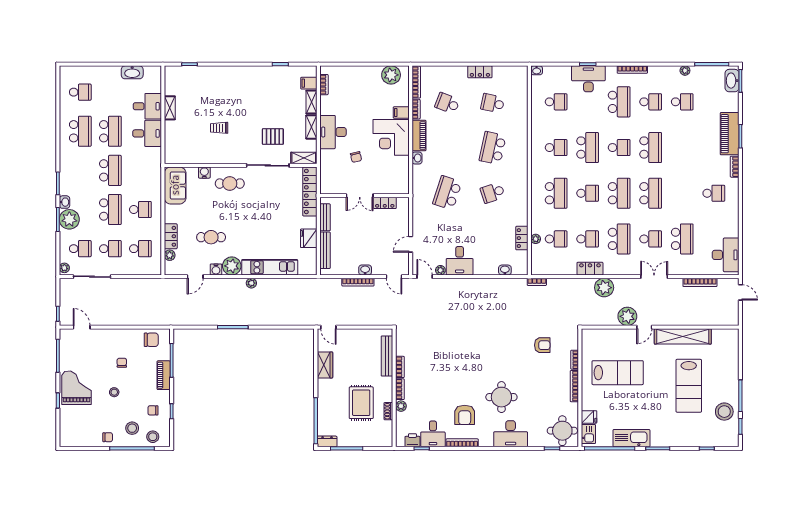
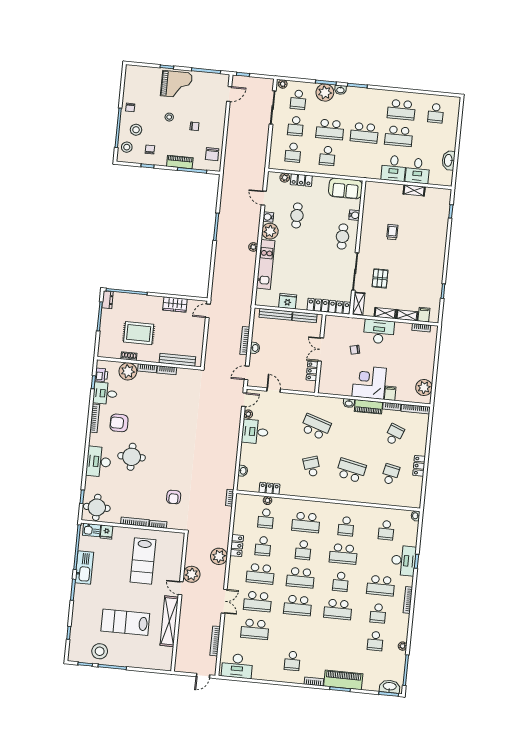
school desk: (651, 239) -> (258, 601), width x1.85
plant: (401, 406) -> (128, 371), width x1.87, depth x1.87

